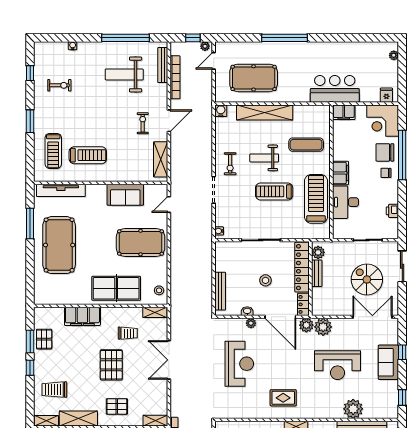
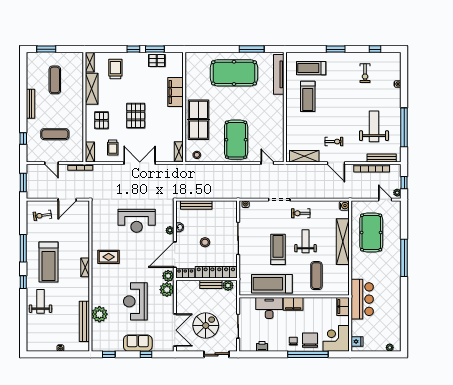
sofa: (125, 195) -> (275, 127), removed
treadmill: (316, 199) -> (272, 284), turned 180
trolley: (128, 333) -> (113, 148), moved
pallet: (111, 365) -> (136, 116), turned 90
rug: (283, 398) -> (109, 257), turned 90

